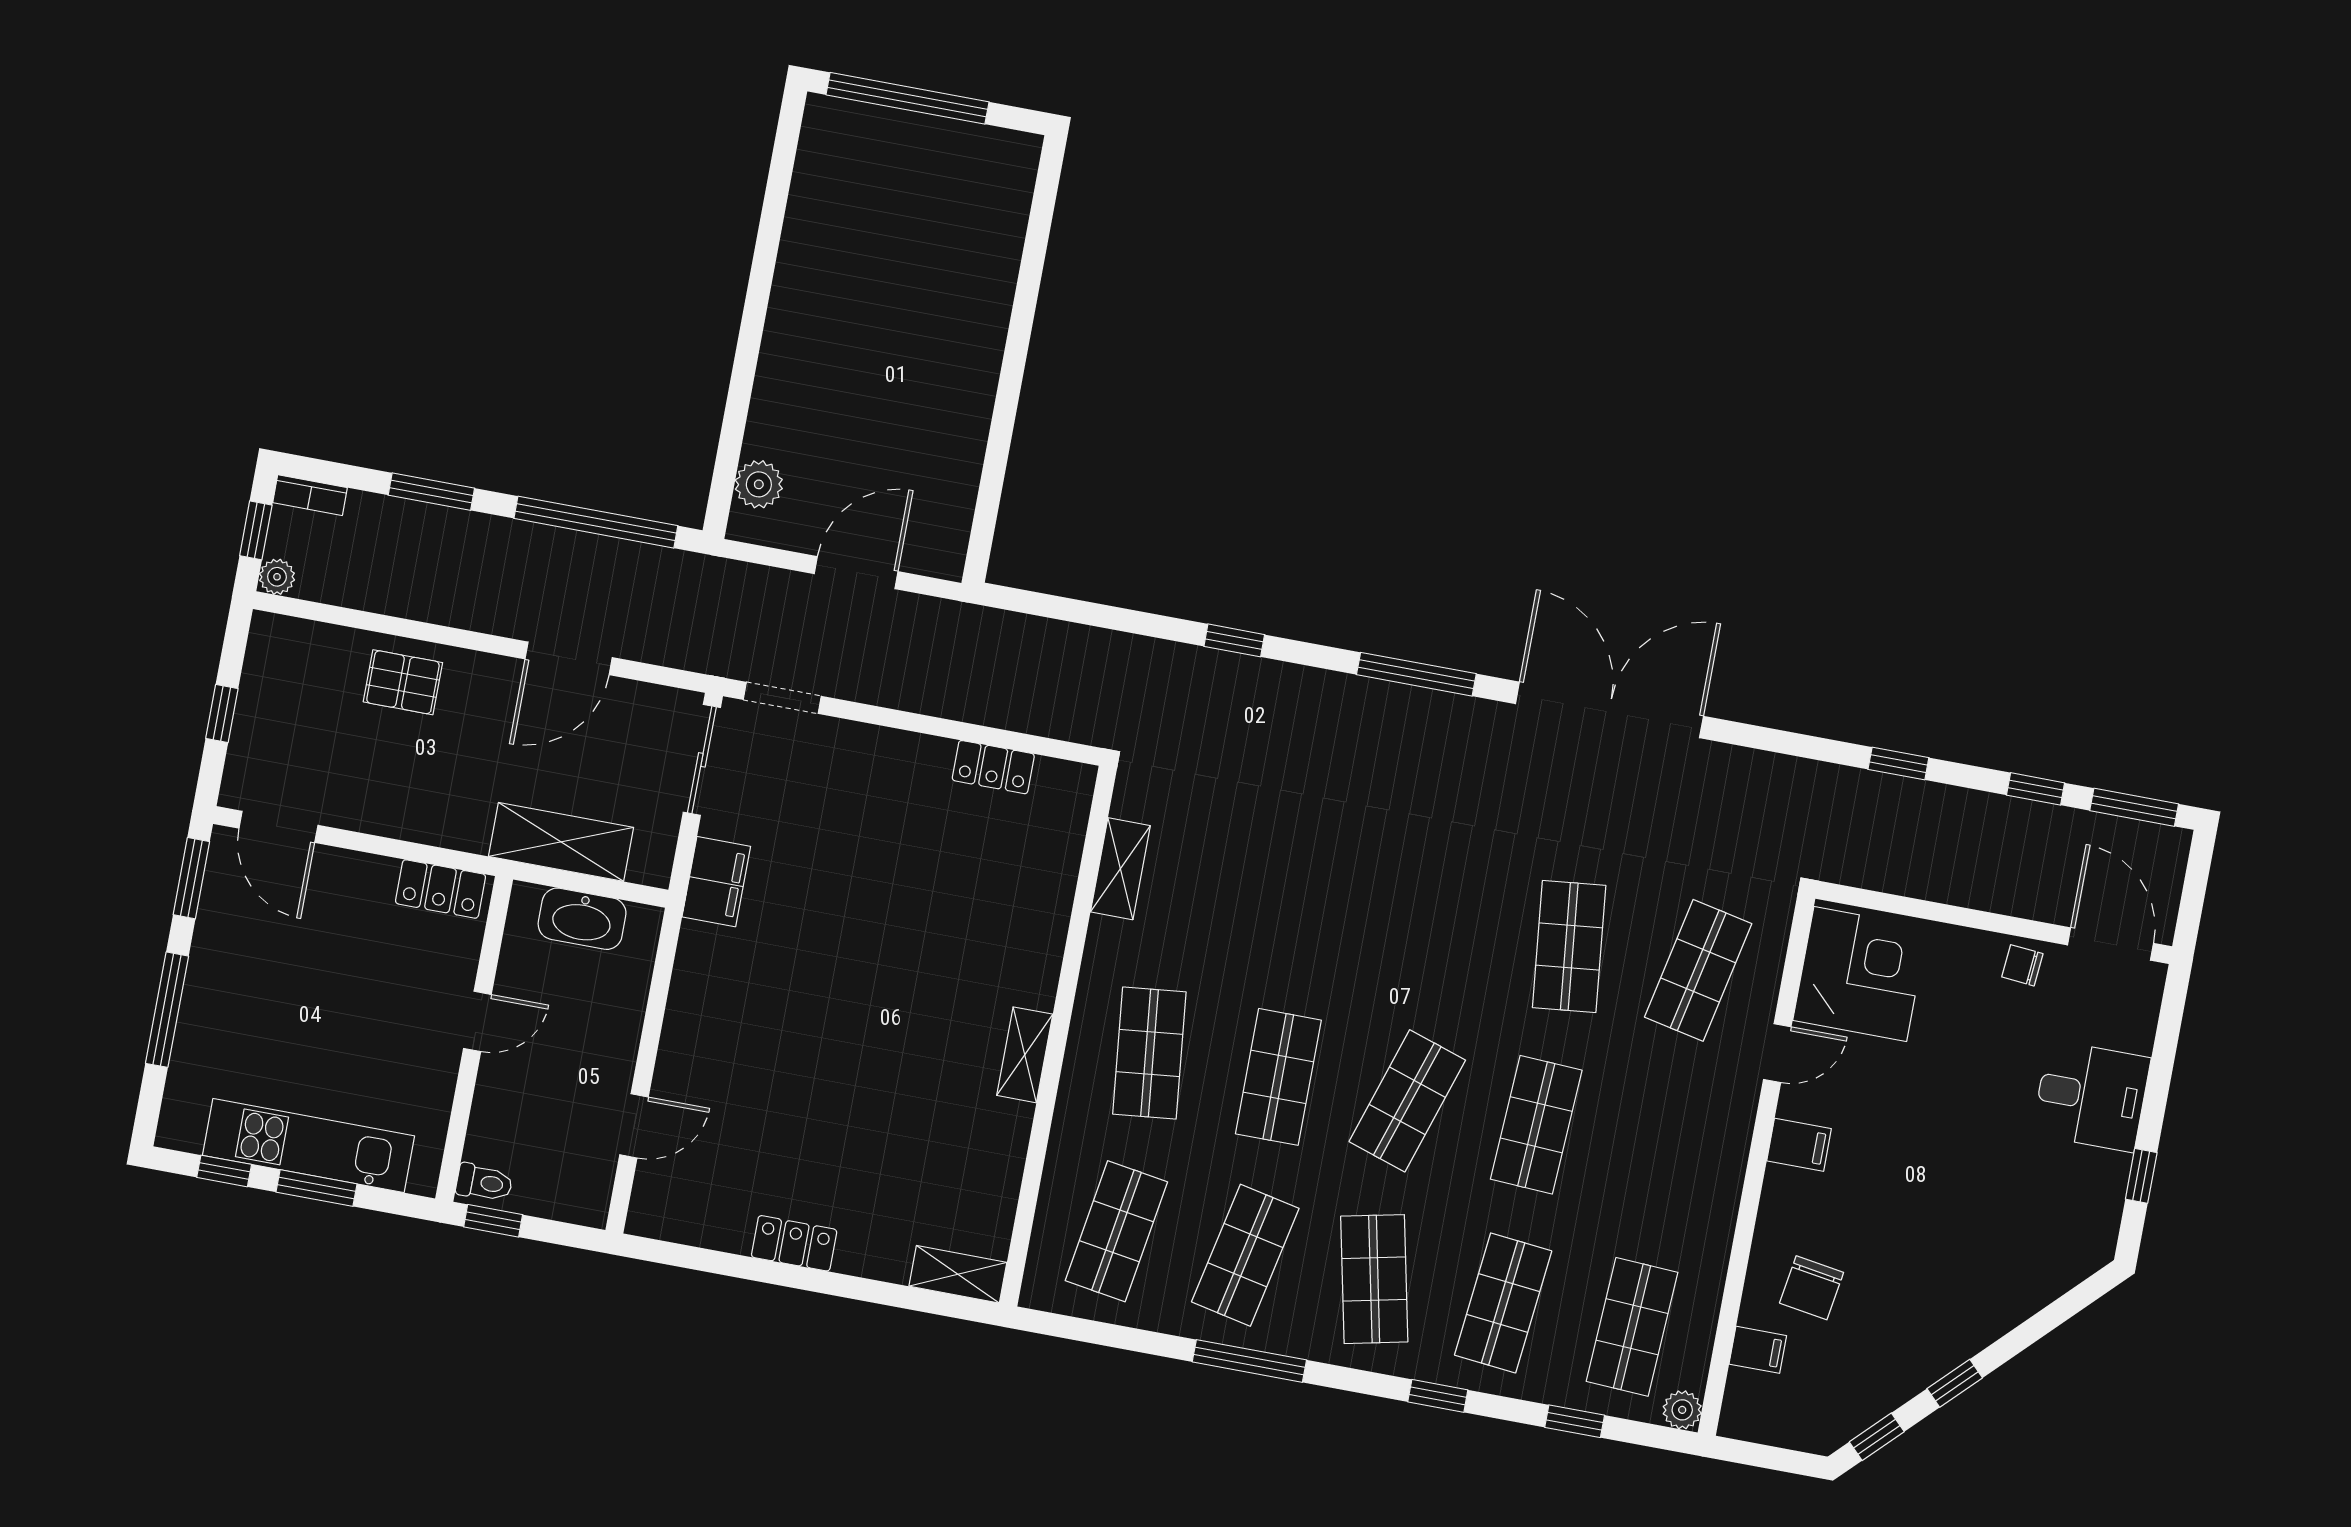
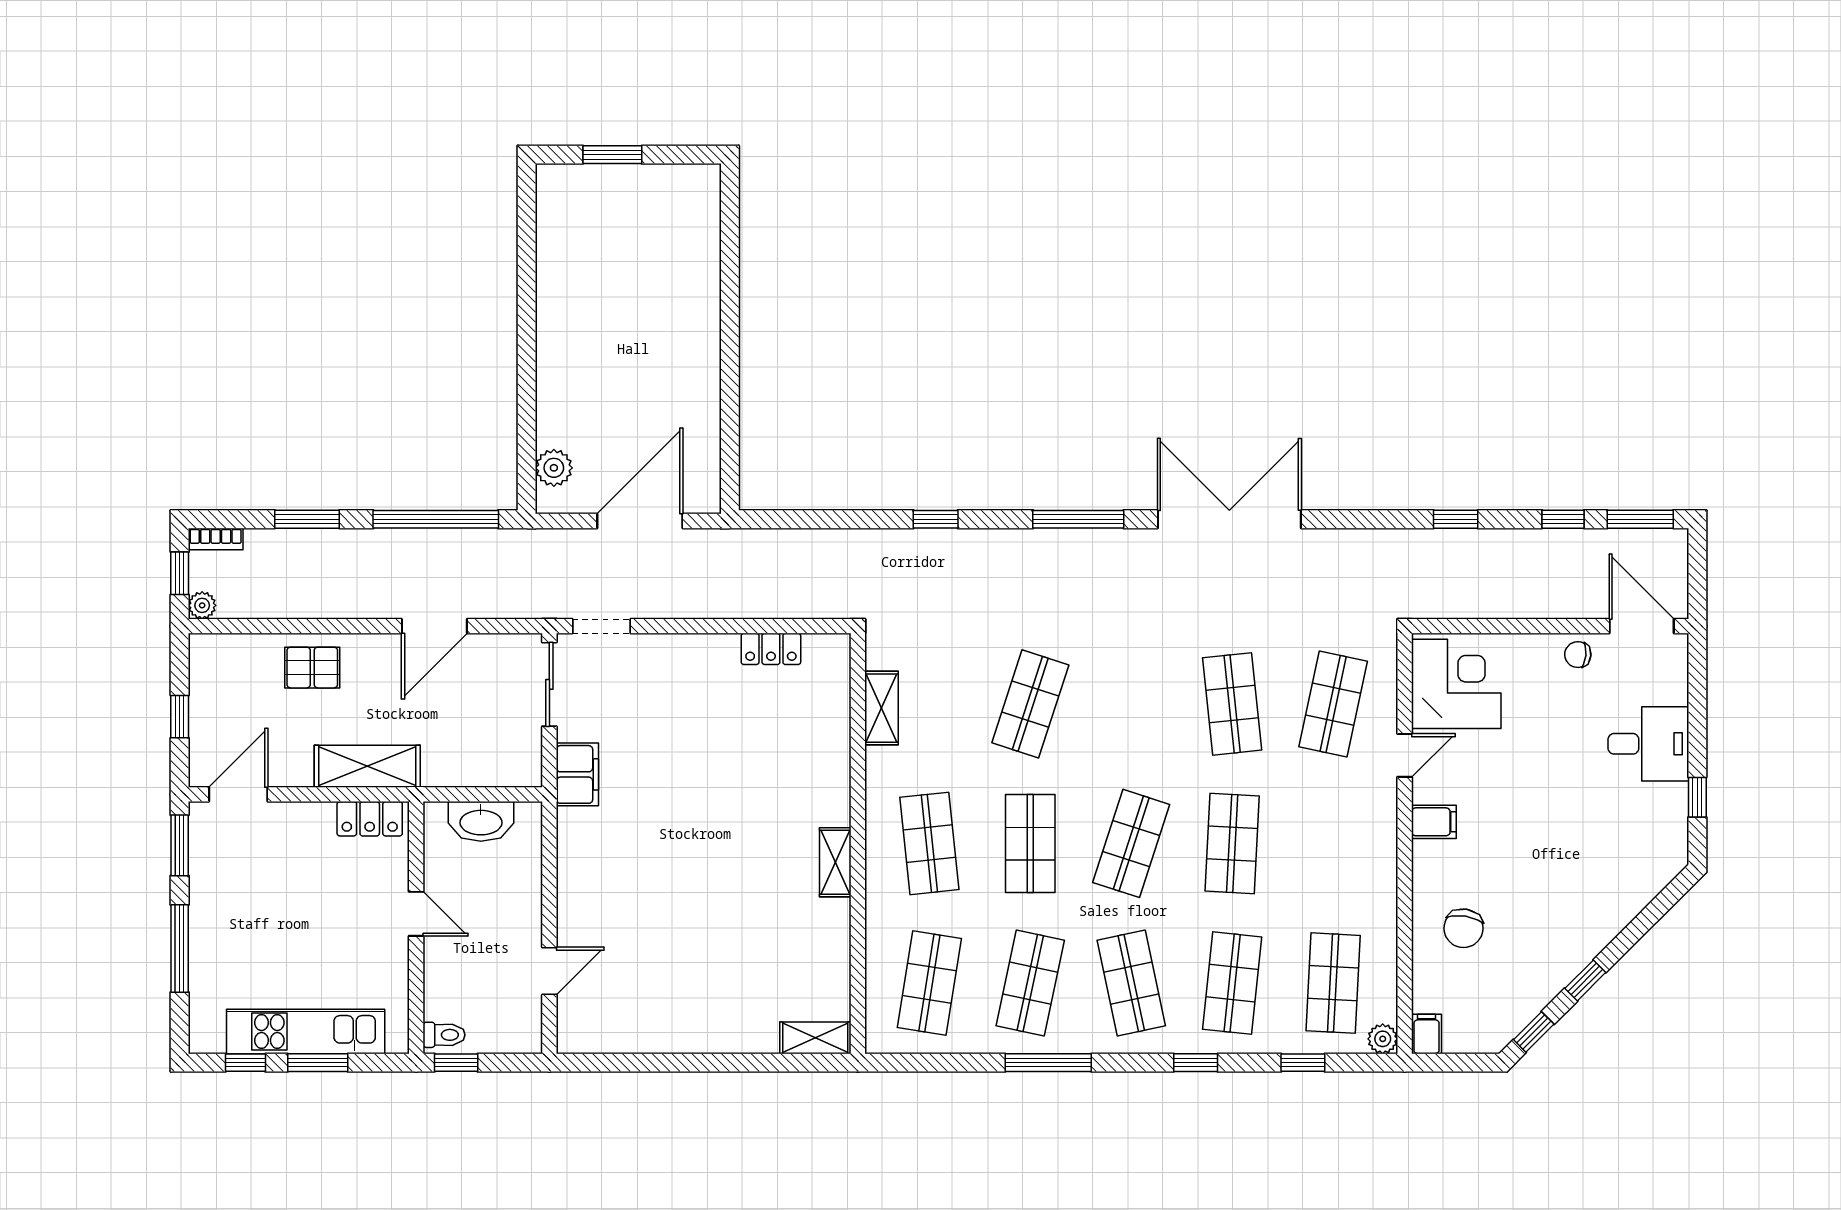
window: (908, 98) -> (612, 155), width x0.47
door: (856, 573) -> (640, 521), width x1.36
door: (278, 827) -> (238, 794), swing flipped
shelving: (561, 842) -> (367, 766), moved
shop shelf: (1311, 899) -> (1030, 704), added
door: (477, 1021) -> (416, 914), hinge flipped
locker: (794, 1243) -> (687, 1037), removed
filing cabinet: (1758, 1350) -> (1426, 1034), moved, turned -90

